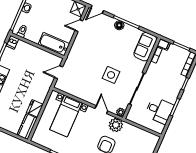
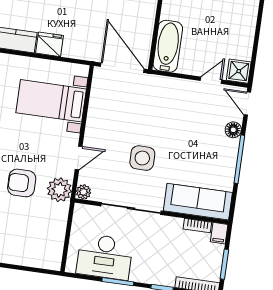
floor lamp: (119, 25) -> (233, 130), moved
door: (79, 26) -> (211, 80), hinge flipped
sofa: (145, 47) -> (198, 202), width x1.36
door: (59, 72) -> (122, 68), width x1.87
desk: (159, 110) -> (105, 257), width x1.37

